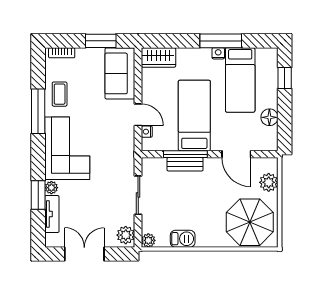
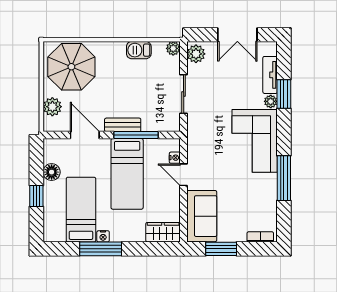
window: (285, 78) -> (36, 196), moved
coffee table: (60, 94) -> (262, 195), removed
bench: (185, 164) -> (123, 125), moved

